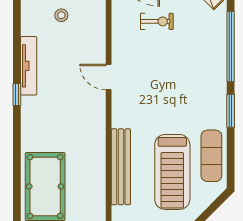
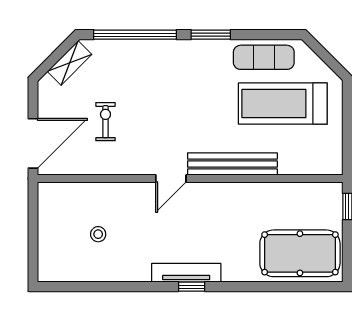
tv unit: (29, 66) -> (186, 273), moved
bench: (121, 167) -> (232, 164), moved
treadmill: (172, 172) -> (283, 104), turned 180

